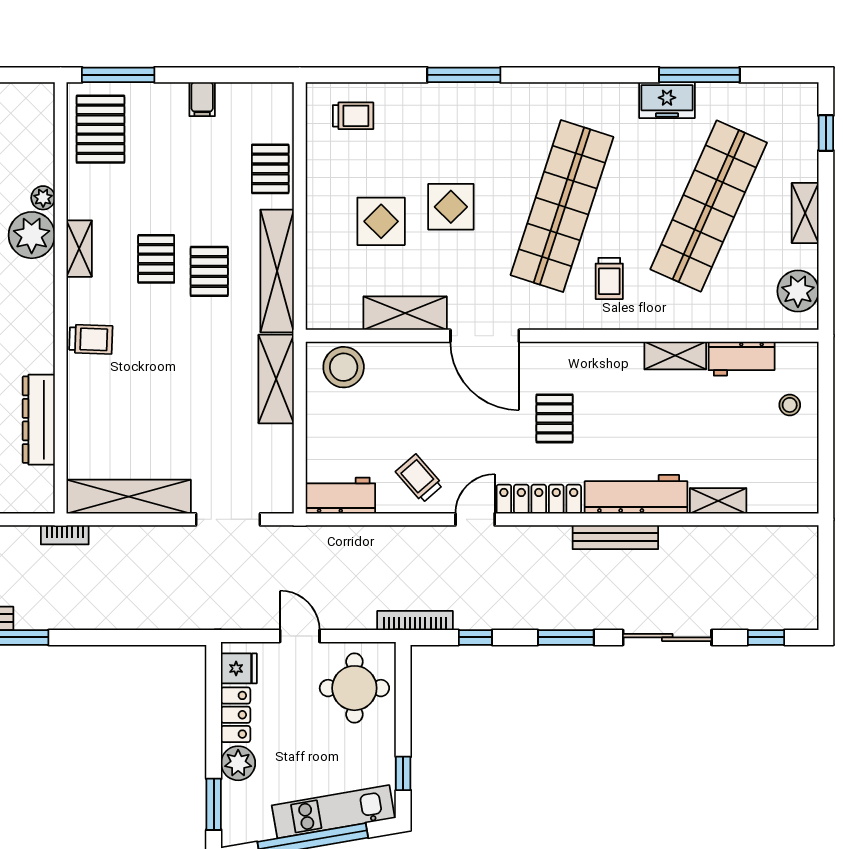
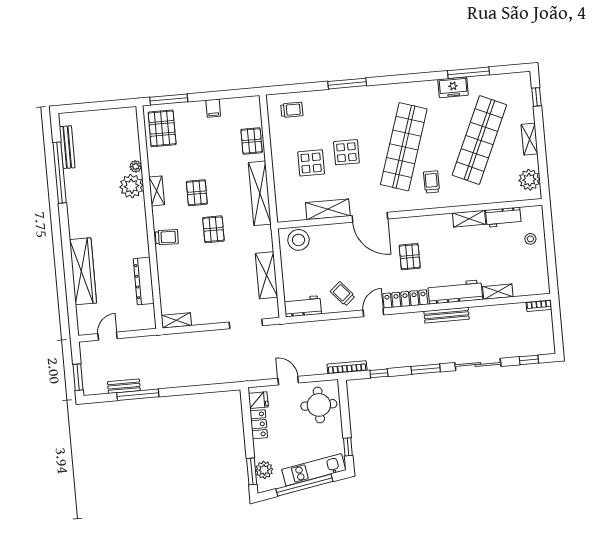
pallet: (209, 271) -> (213, 229), moved
trolley: (609, 278) -> (431, 182), turned 180
shelving: (276, 379) -> (267, 275), moved
shelving: (129, 497) -> (176, 320), width x0.45, depth x0.75
bookcase: (65, 535) -> (539, 306), moved
plant: (238, 763) -> (264, 470), moved

